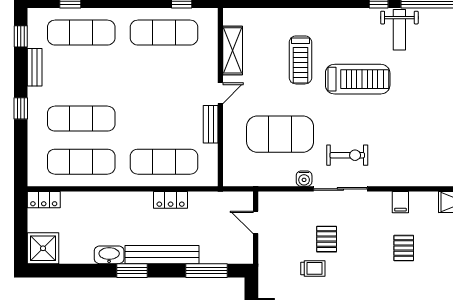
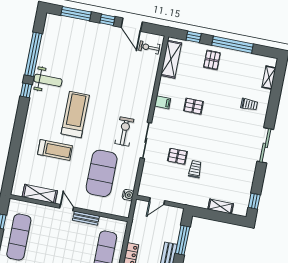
water cooler: (304, 179) -> (128, 195), moved

